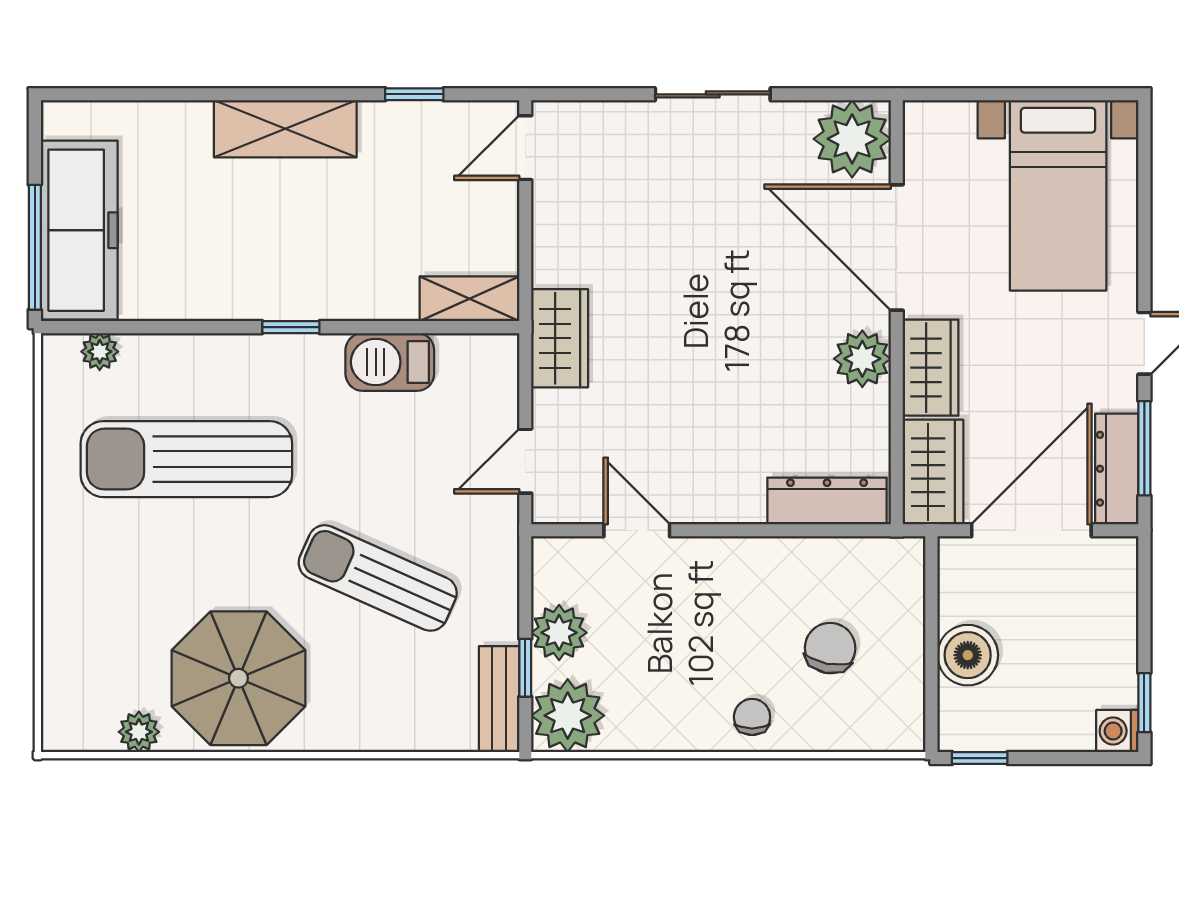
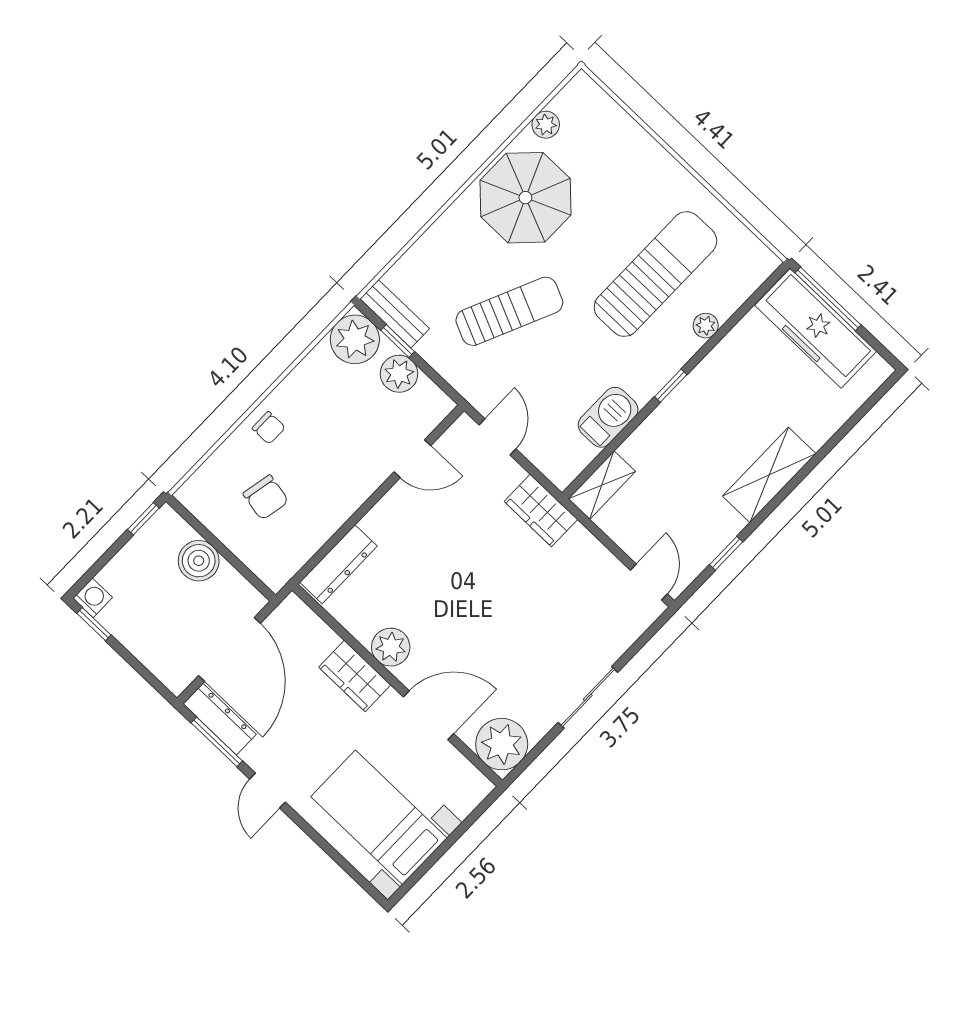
door: (897, 248) -> (429, 715), width x0.73
plant: (100, 352) -> (706, 326), moved
wardrobe: (933, 472) -> (303, 629), removed

